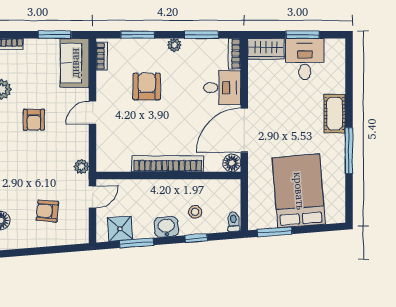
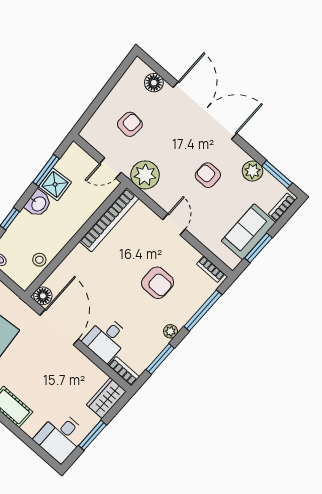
window: (138, 35) -> (203, 310), width x1.44
desk: (305, 59) -> (60, 437), moved, turned 90
sofa: (75, 63) -> (248, 232), moved, turned -90
bookcase: (168, 164) -> (109, 220), moved
plant: (82, 167) -> (145, 175), width x1.87, depth x1.87
door: (93, 197) -> (110, 168), hinge flipped
stool: (195, 212) -> (39, 260), moved
shower: (120, 229) -> (55, 184), moved

